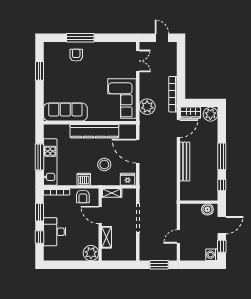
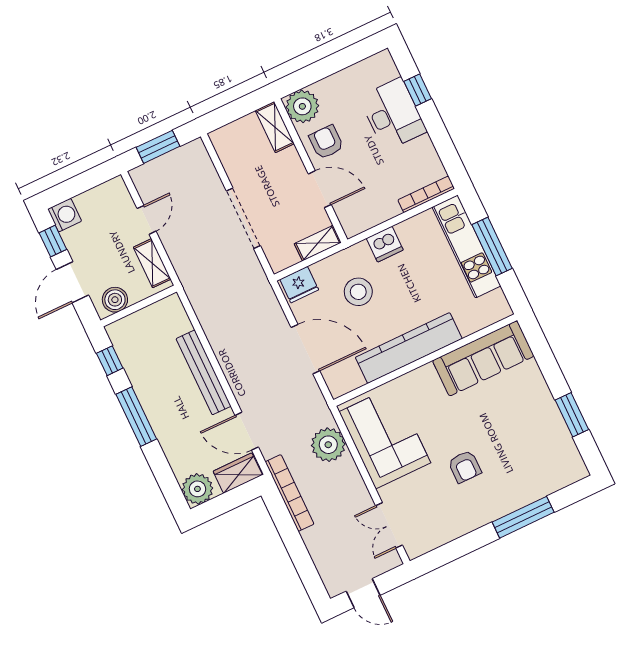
armchair: (76, 55) -> (465, 467), moved
door: (178, 128) -> (247, 431), hinge flipped
armchair: (83, 197) -> (326, 142), moved
window: (40, 212) -> (441, 138), removed
shelving: (185, 217) -> (152, 263), added
shelving: (106, 237) -> (275, 127), moved

